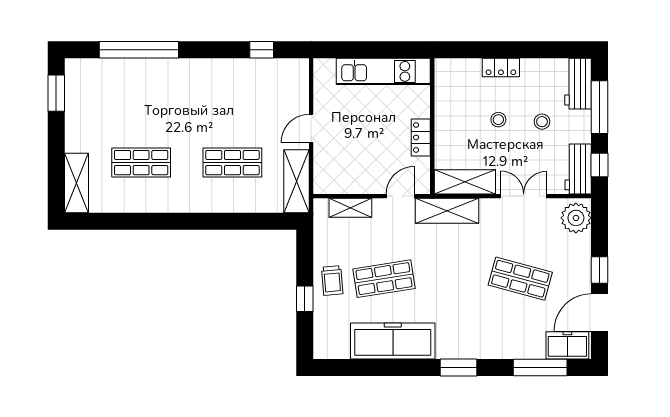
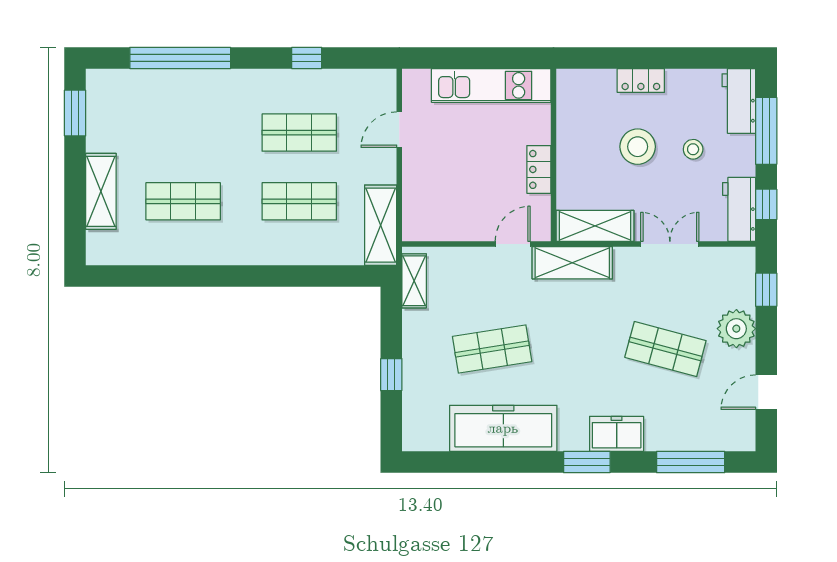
window: (262, 50) -> (307, 58), moved
shop shelf: (232, 108) -> (299, 133), added
stool: (498, 120) -> (638, 147), width x1.89, depth x1.89
door: (311, 128) -> (399, 130), moved
shelving: (76, 183) -> (101, 191), moved
shelving: (350, 208) -> (414, 281), moved, turned 90
plant: (576, 218) -> (736, 329), moved
window: (599, 270) -> (766, 290), moved
trolley: (332, 280) -> (426, 351), removed
door: (599, 313) -> (766, 392), width x0.73
freezer: (567, 345) -> (617, 434), moved

